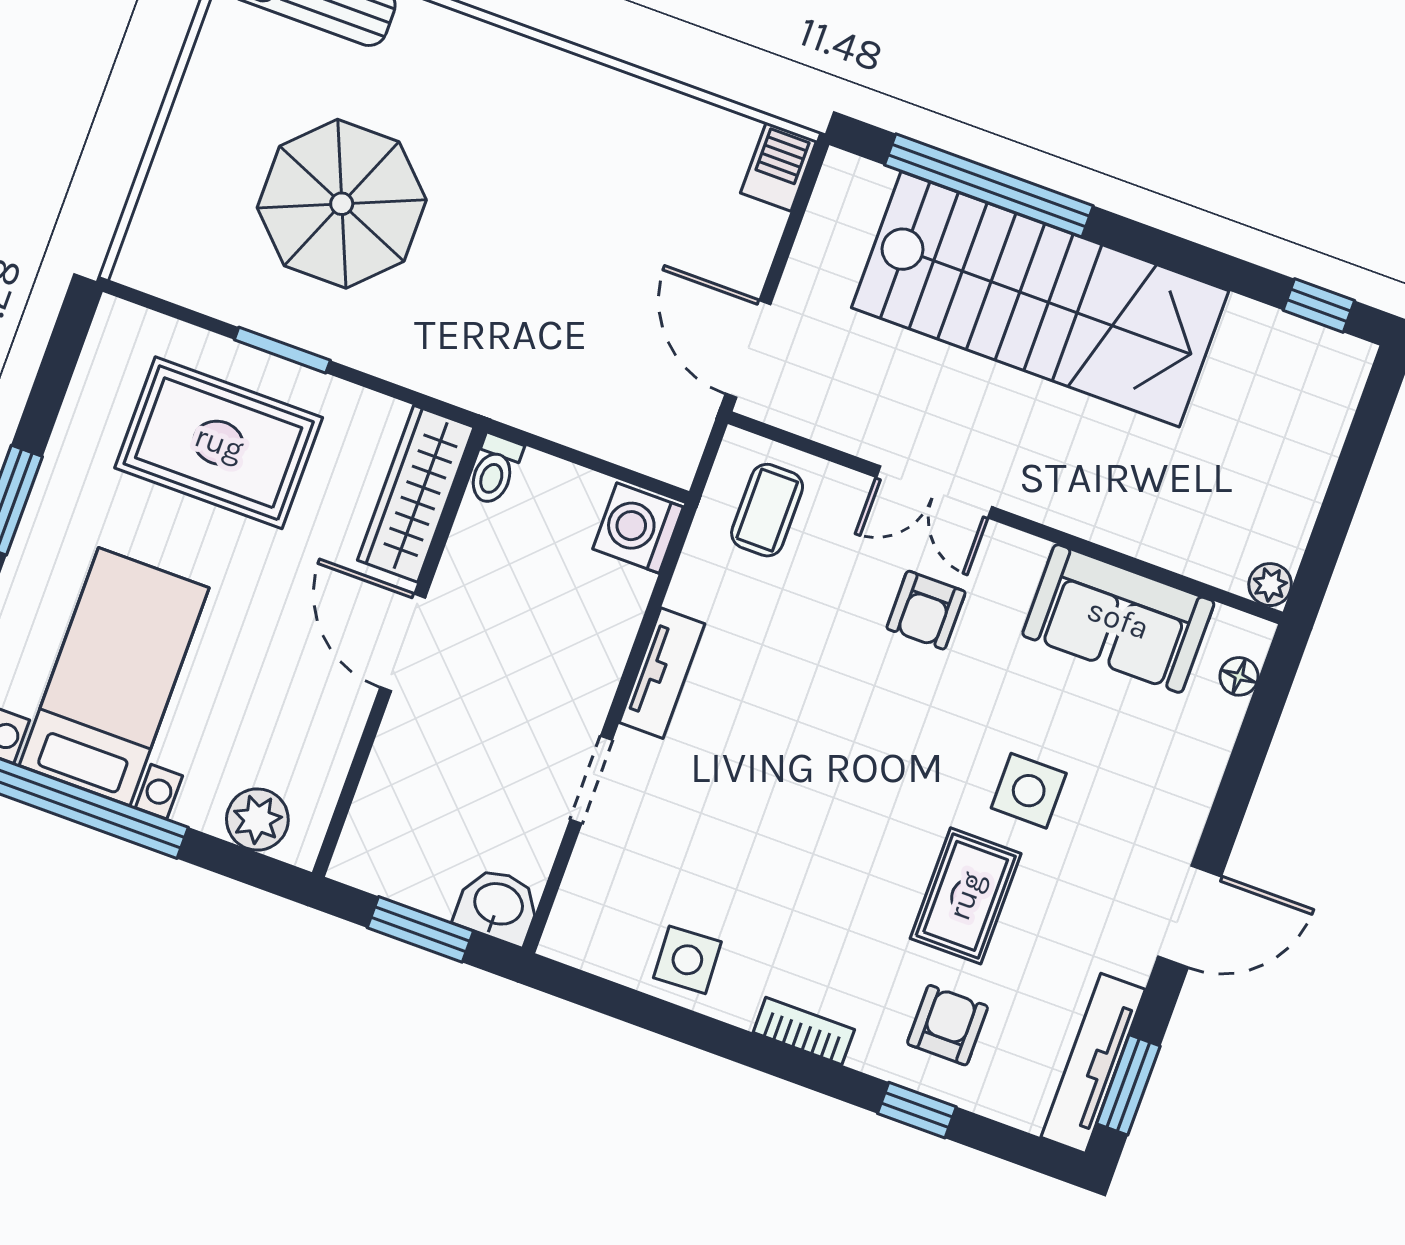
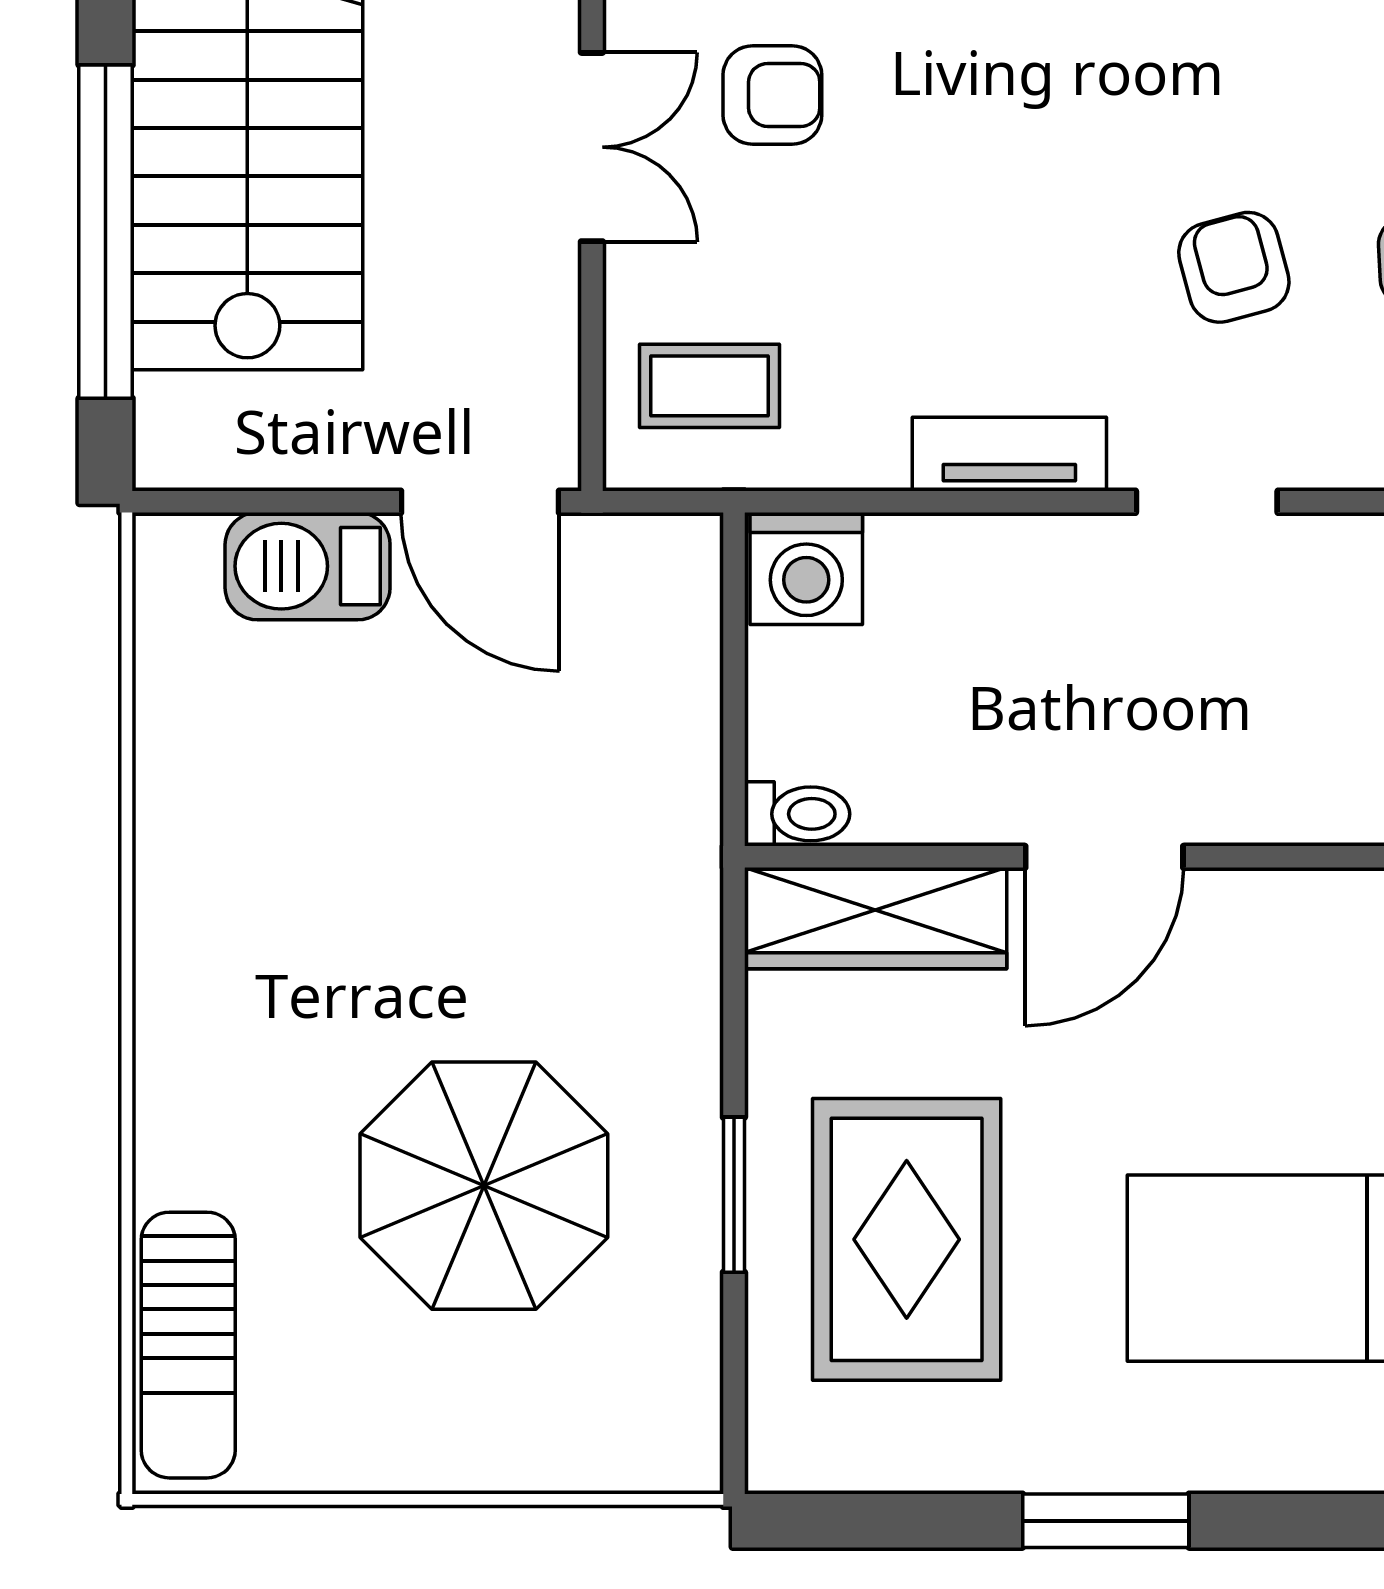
barbecue: (779, 167) -> (308, 566), moved, width x1.38, depth x1.27
door: (748, 349) -> (480, 502), hinge flipped
armchair: (724, 846) -> (1234, 267), added

